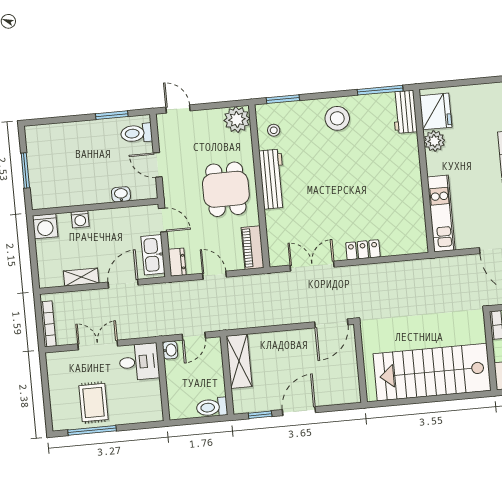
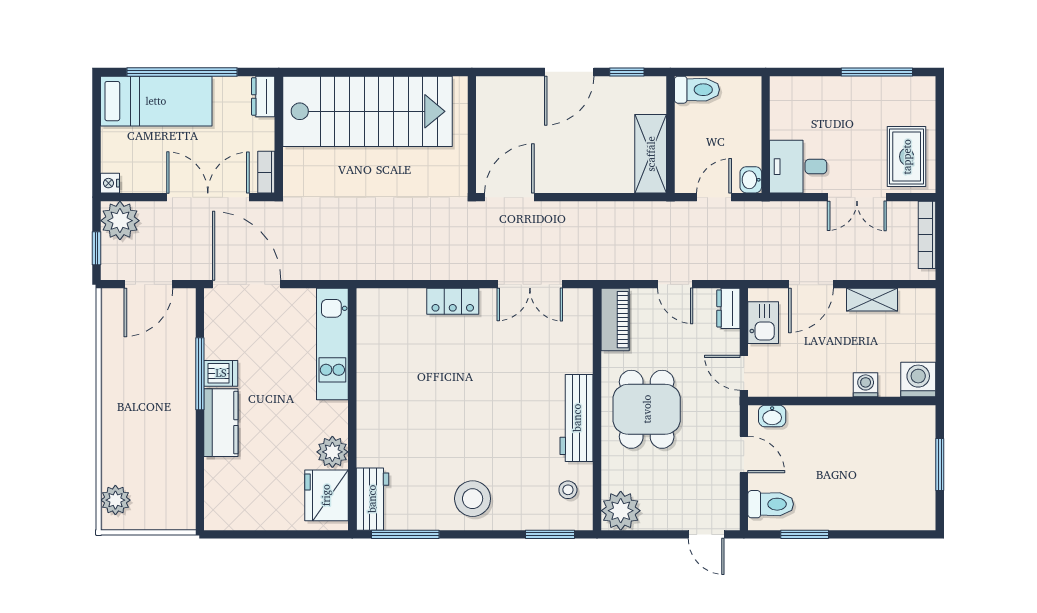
washbasin: (121, 194) -> (772, 416), moved
kitchen sink: (153, 255) -> (763, 323), width x0.73
rug: (93, 403) -> (907, 157), moved

